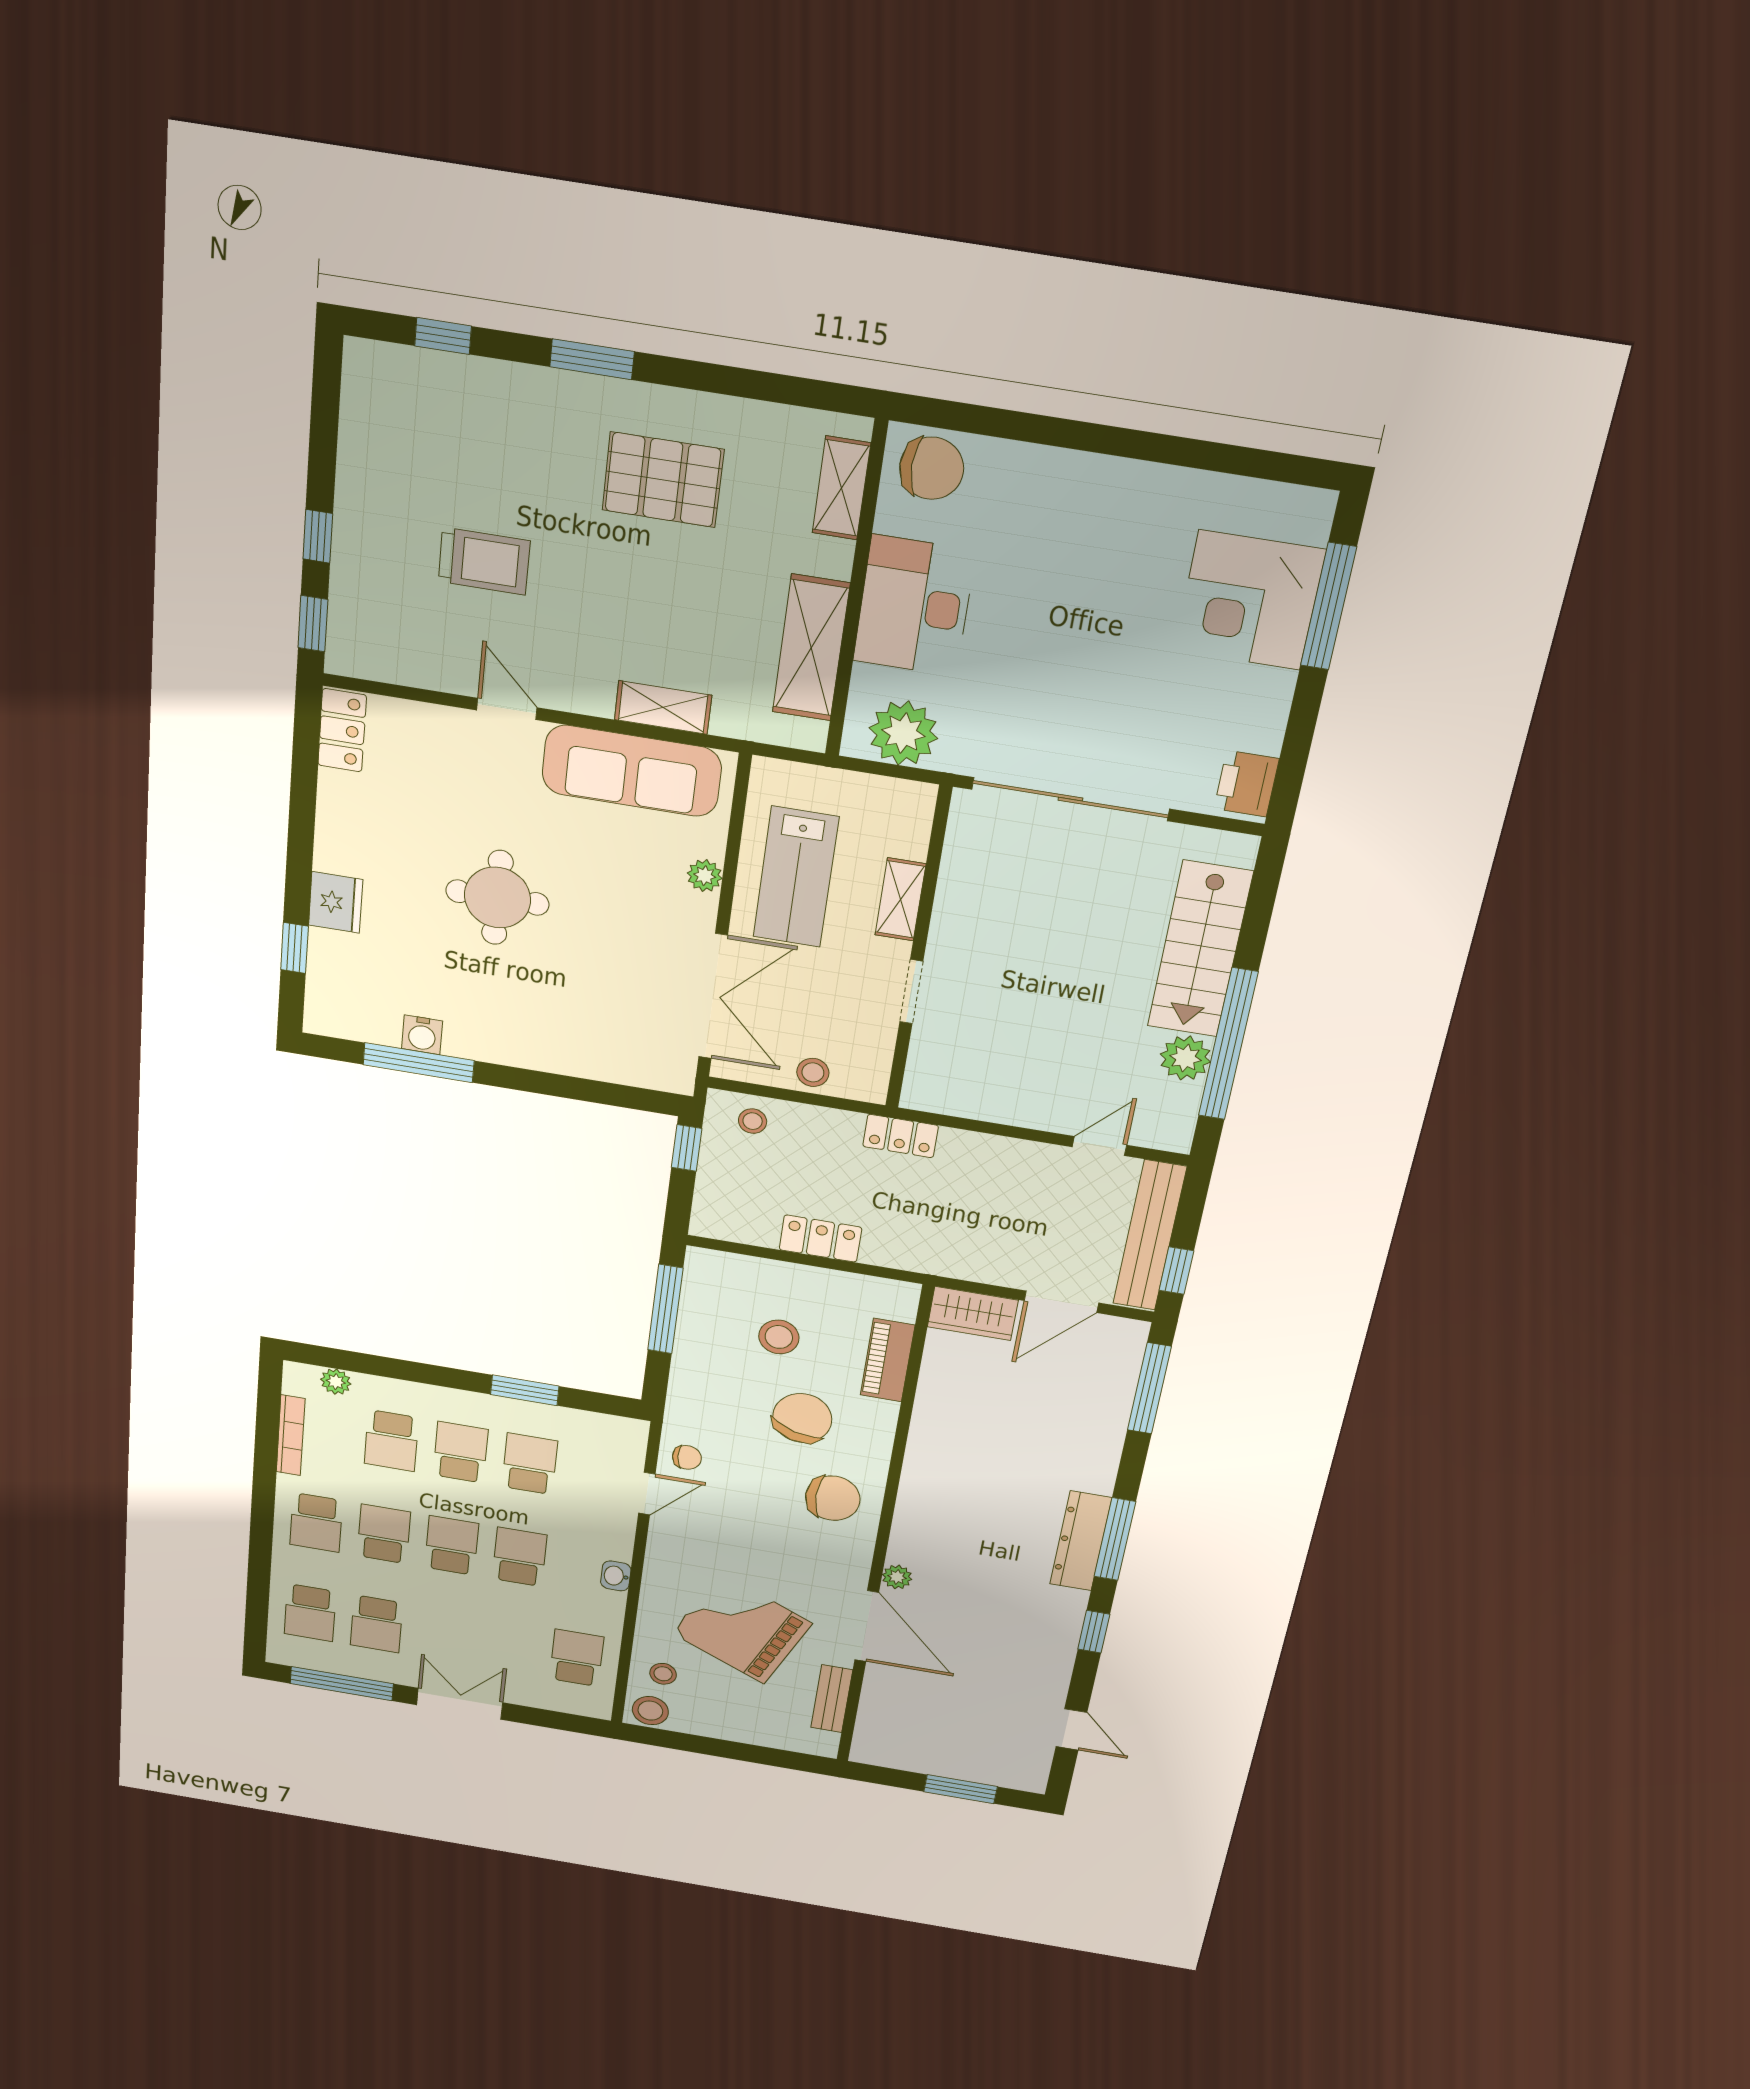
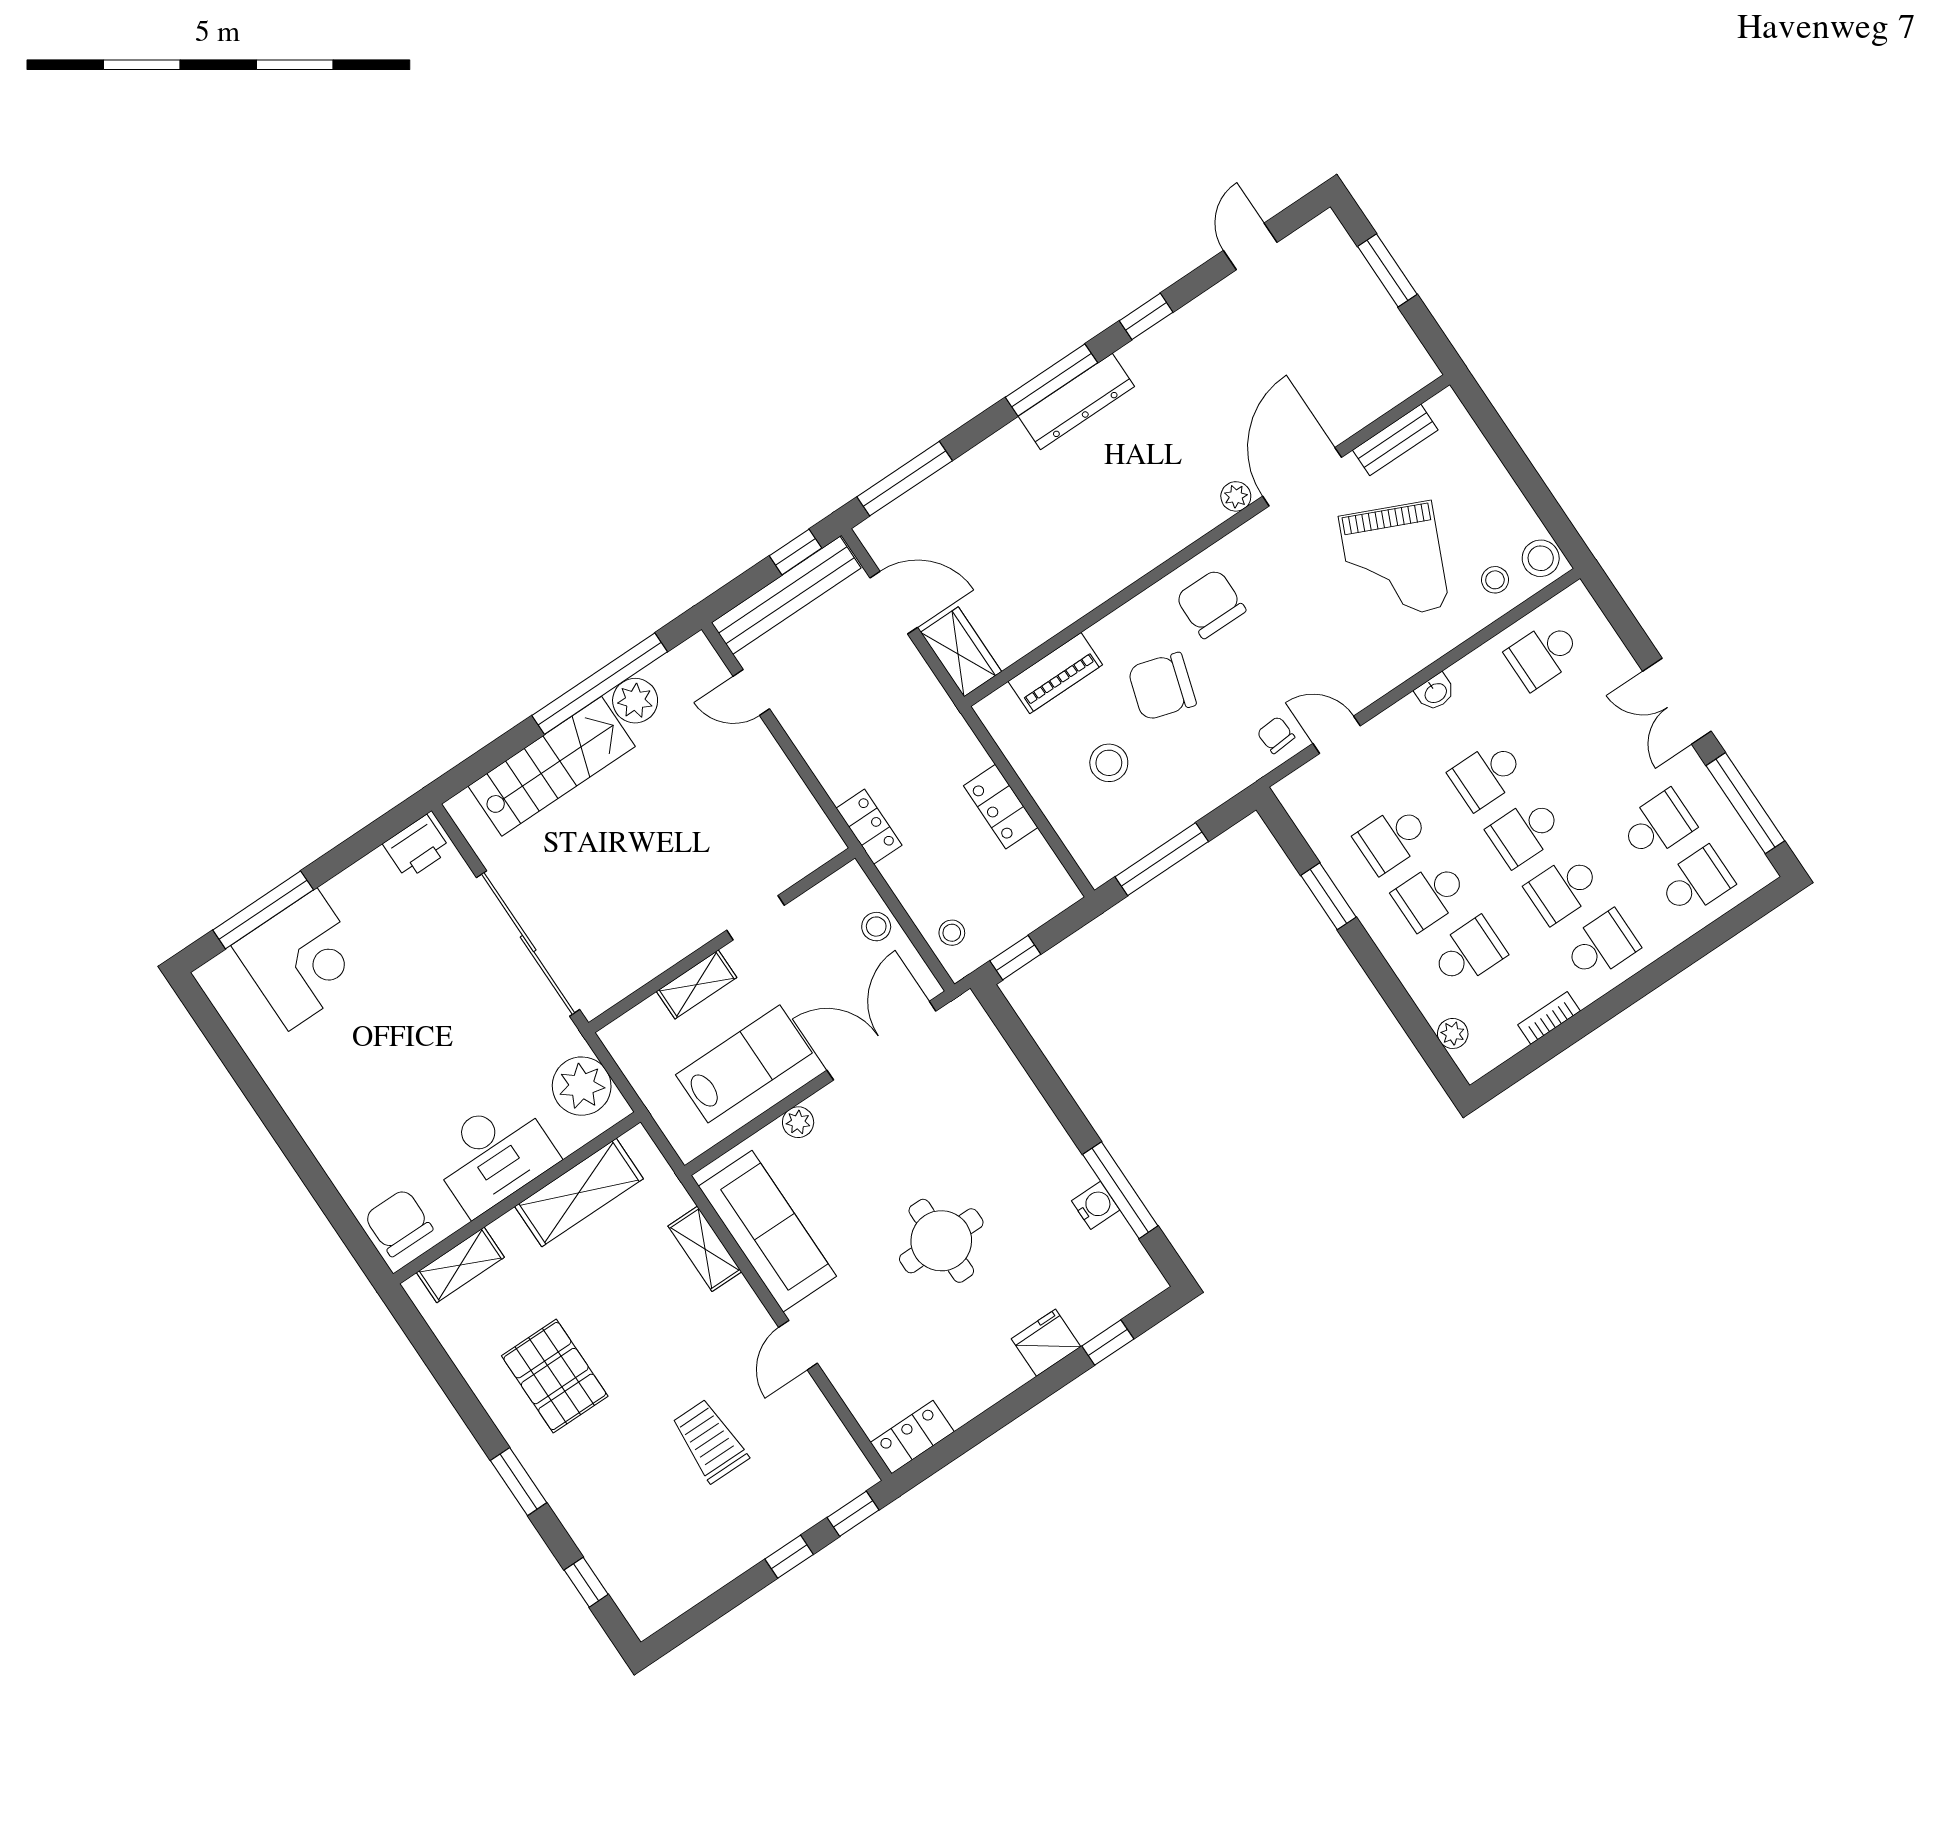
bookcase: (291, 1435) -> (1549, 1018), width x0.64

